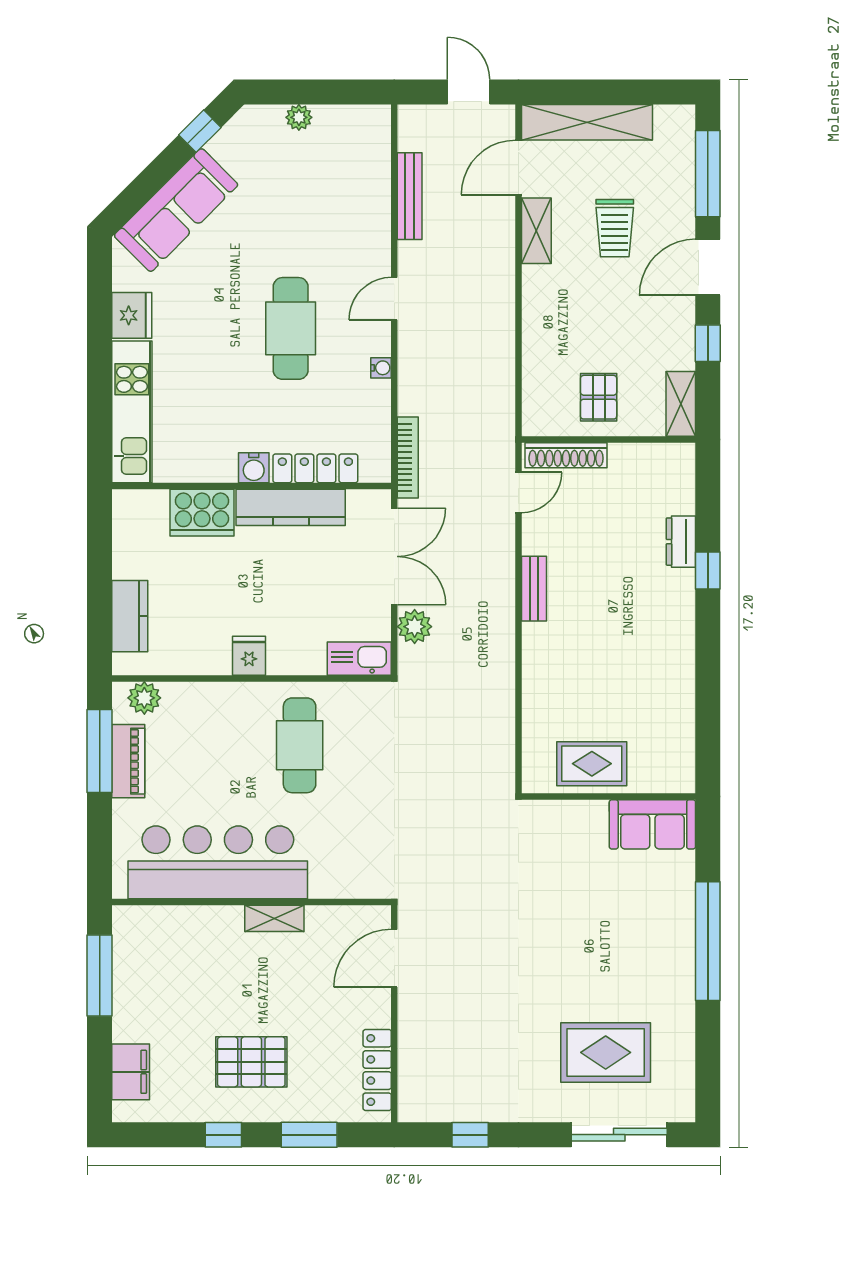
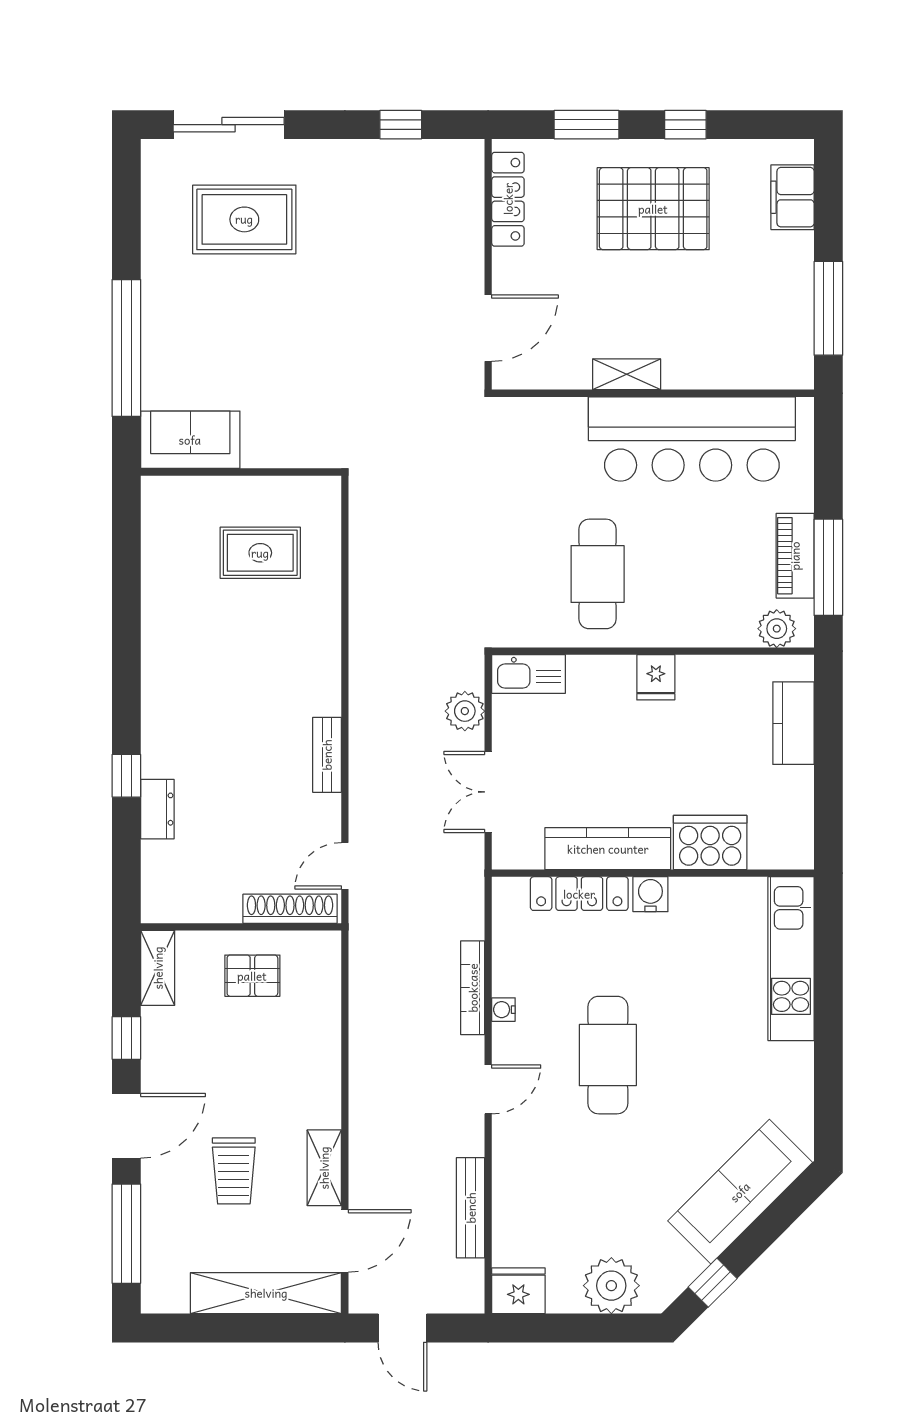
plant: (299, 117) -> (611, 1286), width x1.87, depth x1.87
trolley: (615, 228) -> (234, 1171), turned 180
fridge: (132, 315) -> (518, 1291), moved, turned 90
pallet: (599, 397) -> (252, 976), turned 90
bookcase: (408, 458) -> (473, 988), moved
double door: (394, 556) -> (488, 792), width x0.73
wall: (608, 796) -> (241, 472), moved
sofa: (652, 824) -> (190, 440), moved
pallet: (251, 1062) -> (653, 209), width x1.37, depth x1.41

